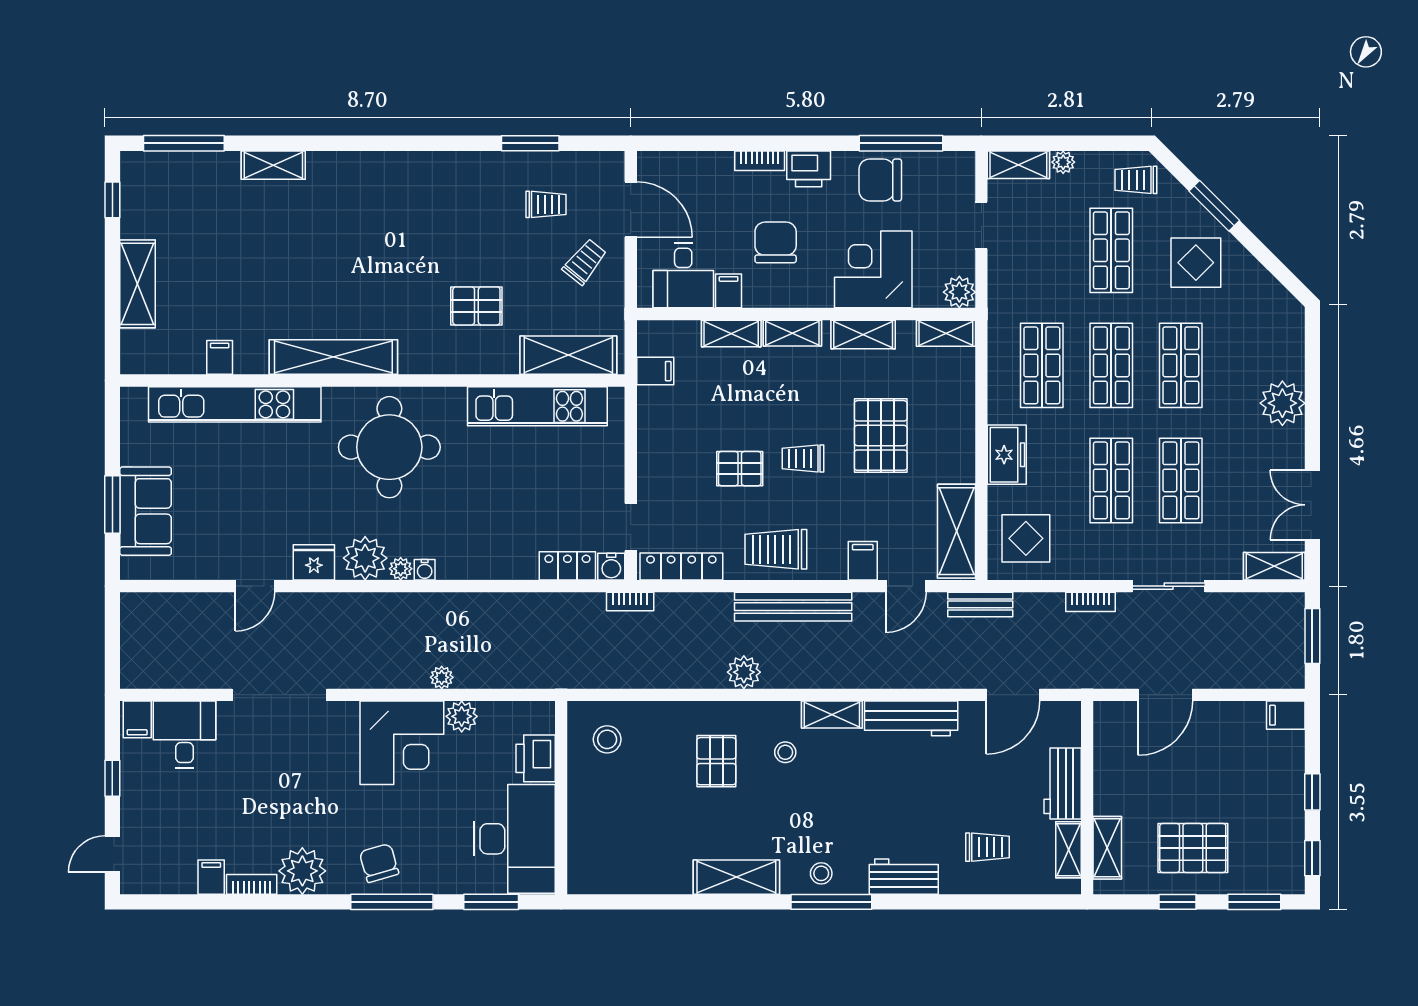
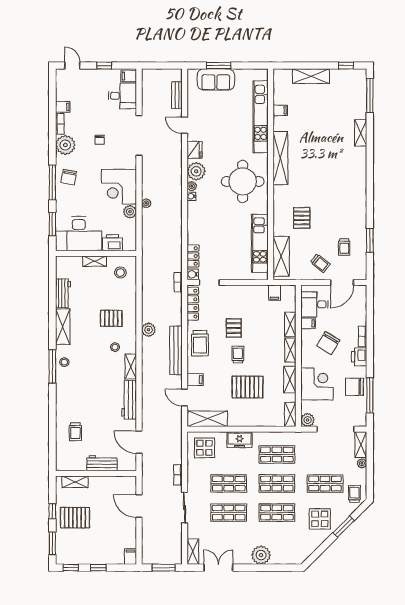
chair: (880, 180) -> (354, 387), turned -90
doorway: (981, 225) -> (335, 429), width x1.87
chair: (776, 242) -> (328, 343), turned 121
trolley: (776, 549) -> (200, 343), turned 180
bench: (980, 604) -> (177, 95), moved
chair: (290, 789) -> (100, 140), added
pallet: (1193, 848) -> (75, 518), turned 90
shelving: (1068, 850) -> (95, 261), moved
chair: (379, 863) -> (69, 177), turned 116
workbench: (904, 877) -> (63, 293), moved

